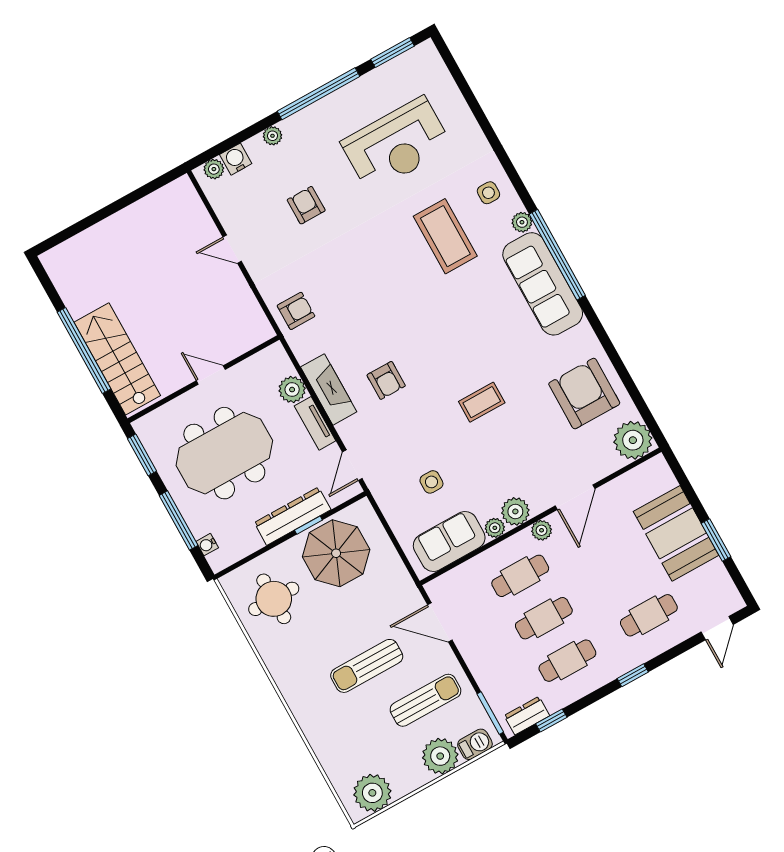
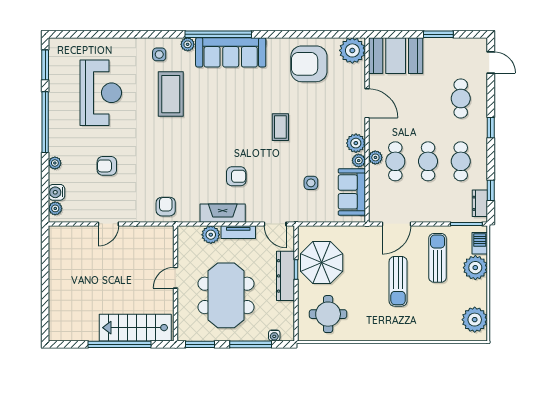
coffee table: (445, 236) -> (171, 94), turned 90
plant: (542, 530) -> (375, 157), moved
booth: (676, 533) -> (396, 56), moved

